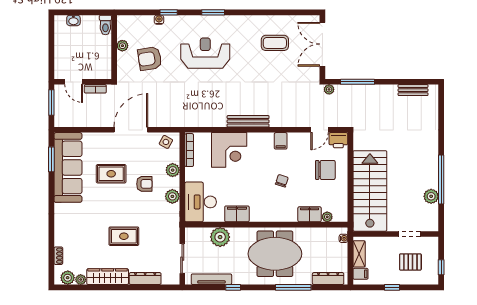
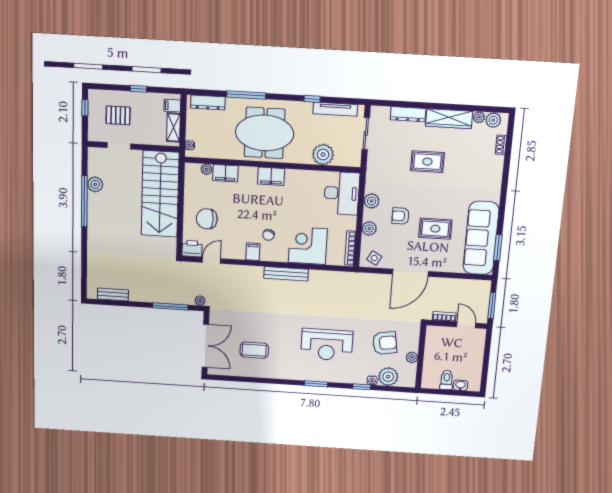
toilet: (105, 25) -> (447, 380), moved
plant: (144, 25) -> (388, 377), added
chair: (282, 181) -> (268, 235), moved
filing cabinet: (237, 214) -> (271, 176), moved

